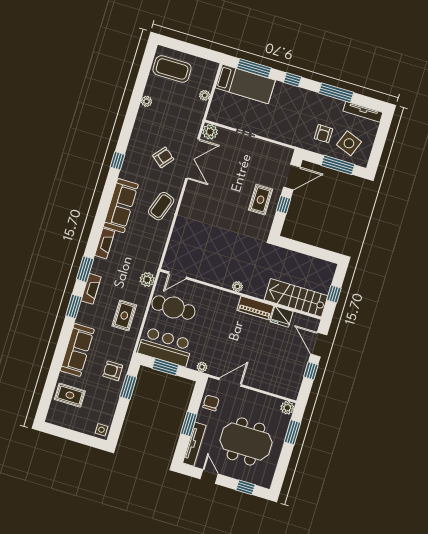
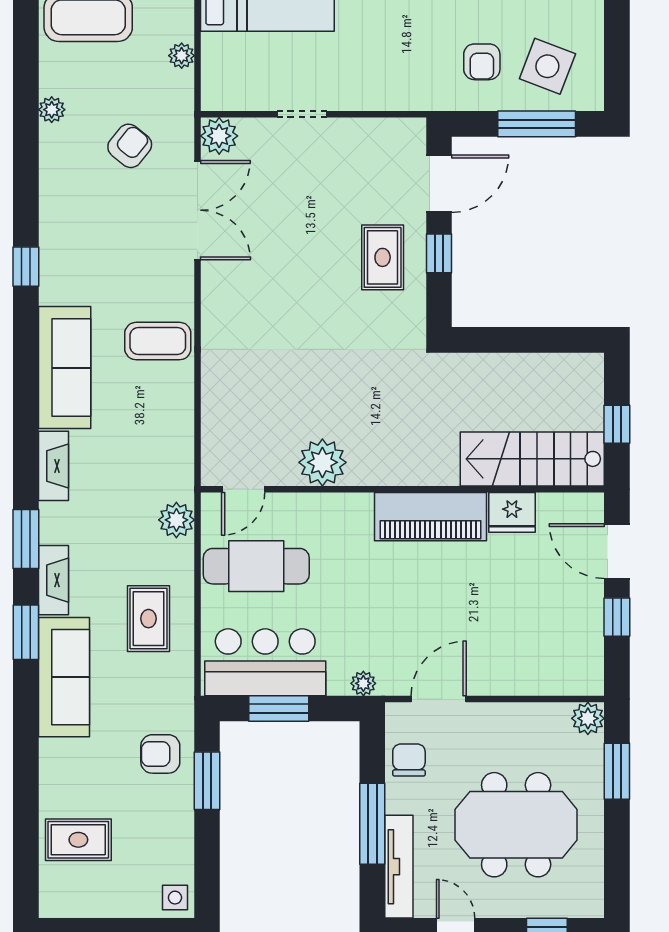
armchair: (163, 157) -> (130, 146), moved
coffee table: (161, 206) -> (158, 341), turned 71
plant: (237, 286) -> (322, 462), moved, width x1.87, depth x1.87
piano: (255, 308) -> (430, 517), width x1.37, depth x1.33
sofa: (77, 350) -> (64, 677), moved
window: (189, 424) -> (372, 824), width x1.44

